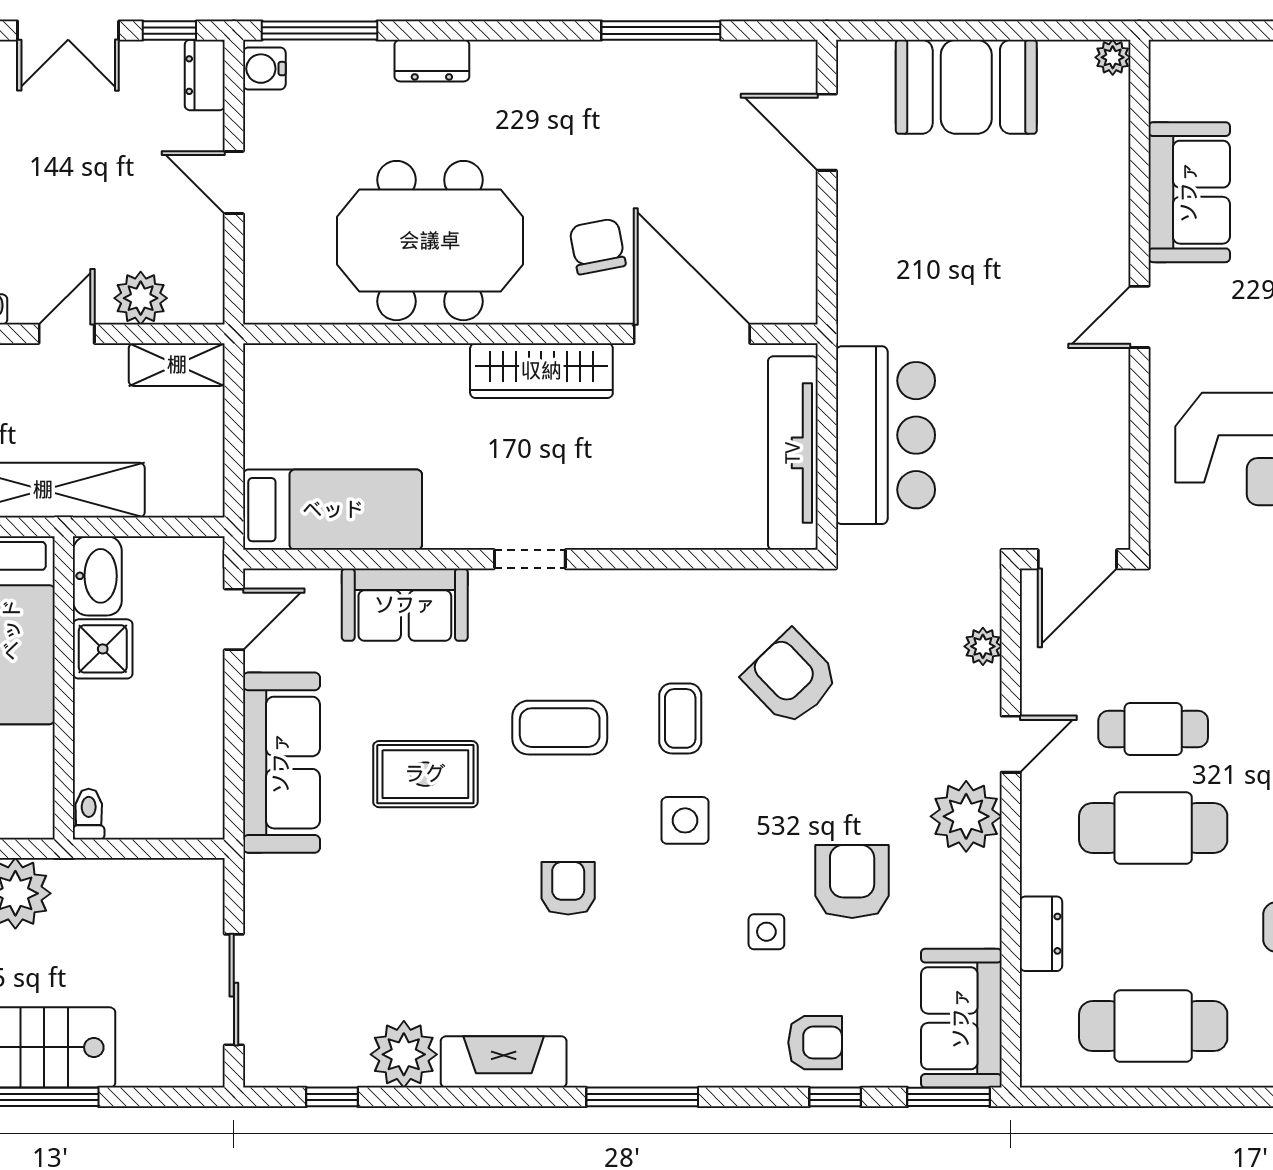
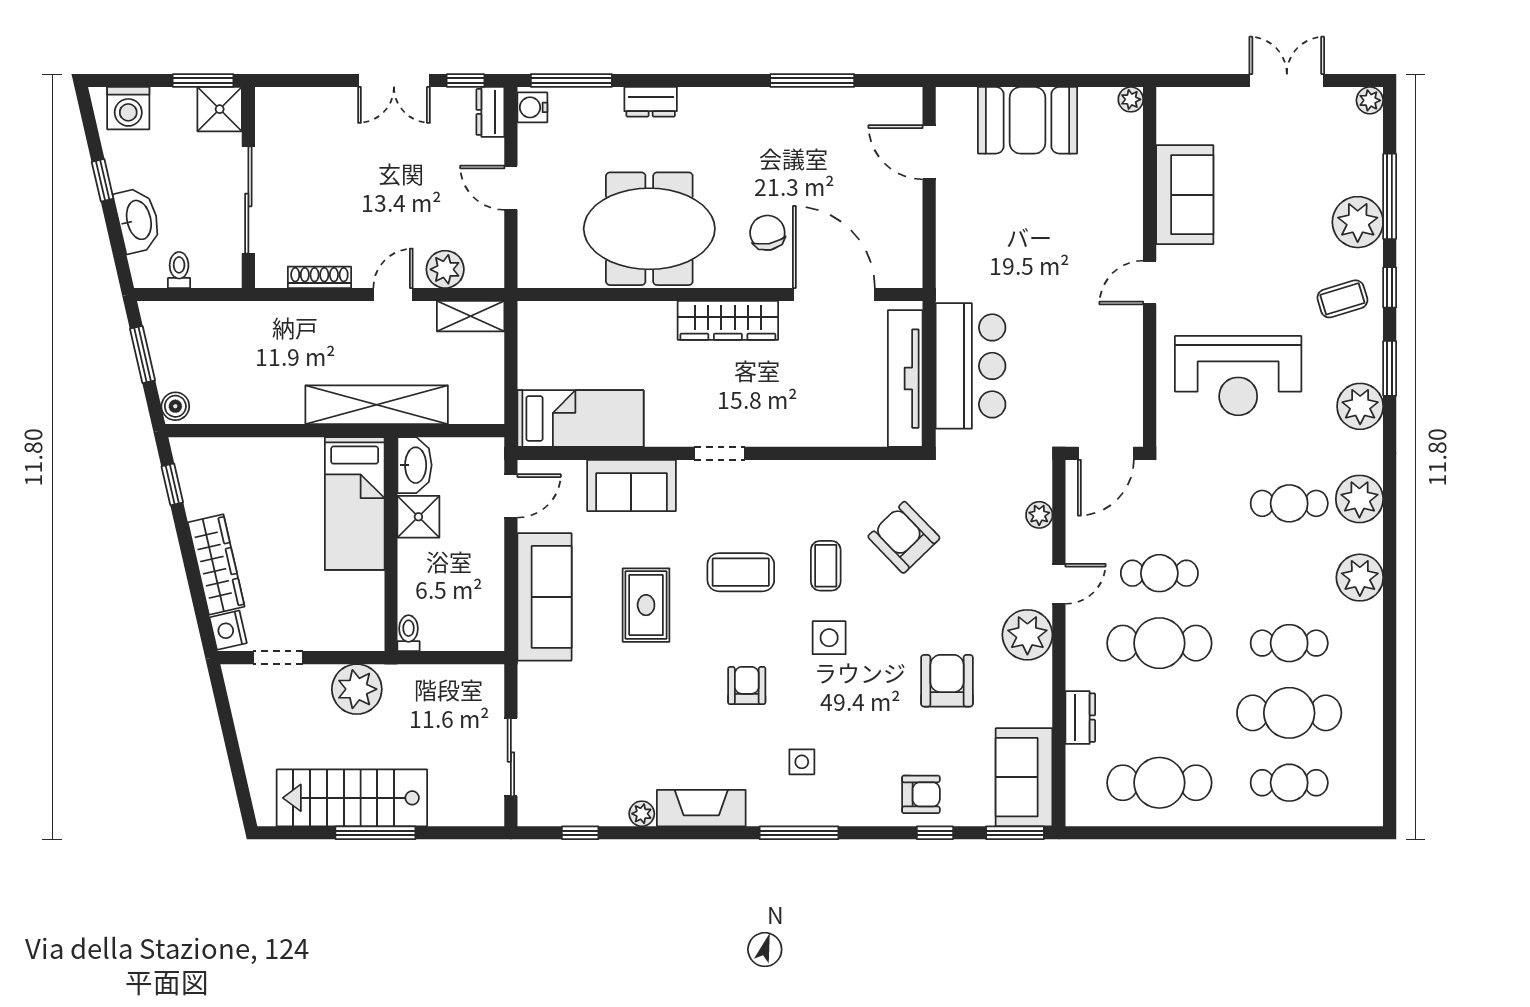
rug: (425, 774) -> (646, 605), turned 90
side table: (766, 932) -> (802, 762), moved
plant: (404, 1054) -> (642, 814), width x0.53, depth x0.53

